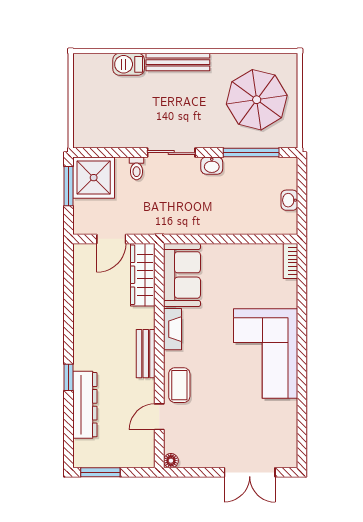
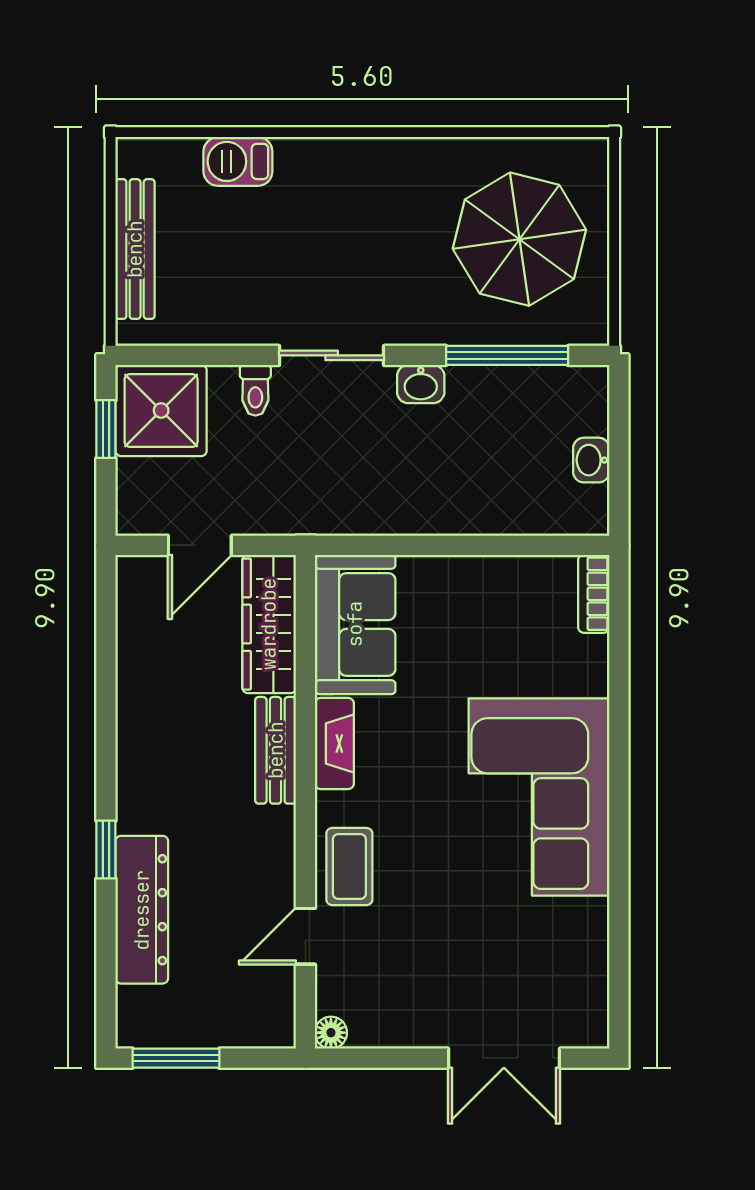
bench: (178, 62) -> (135, 249), moved, turned 90
window: (69, 186) -> (106, 429), width x0.67
bench: (146, 354) -> (276, 750), moved

